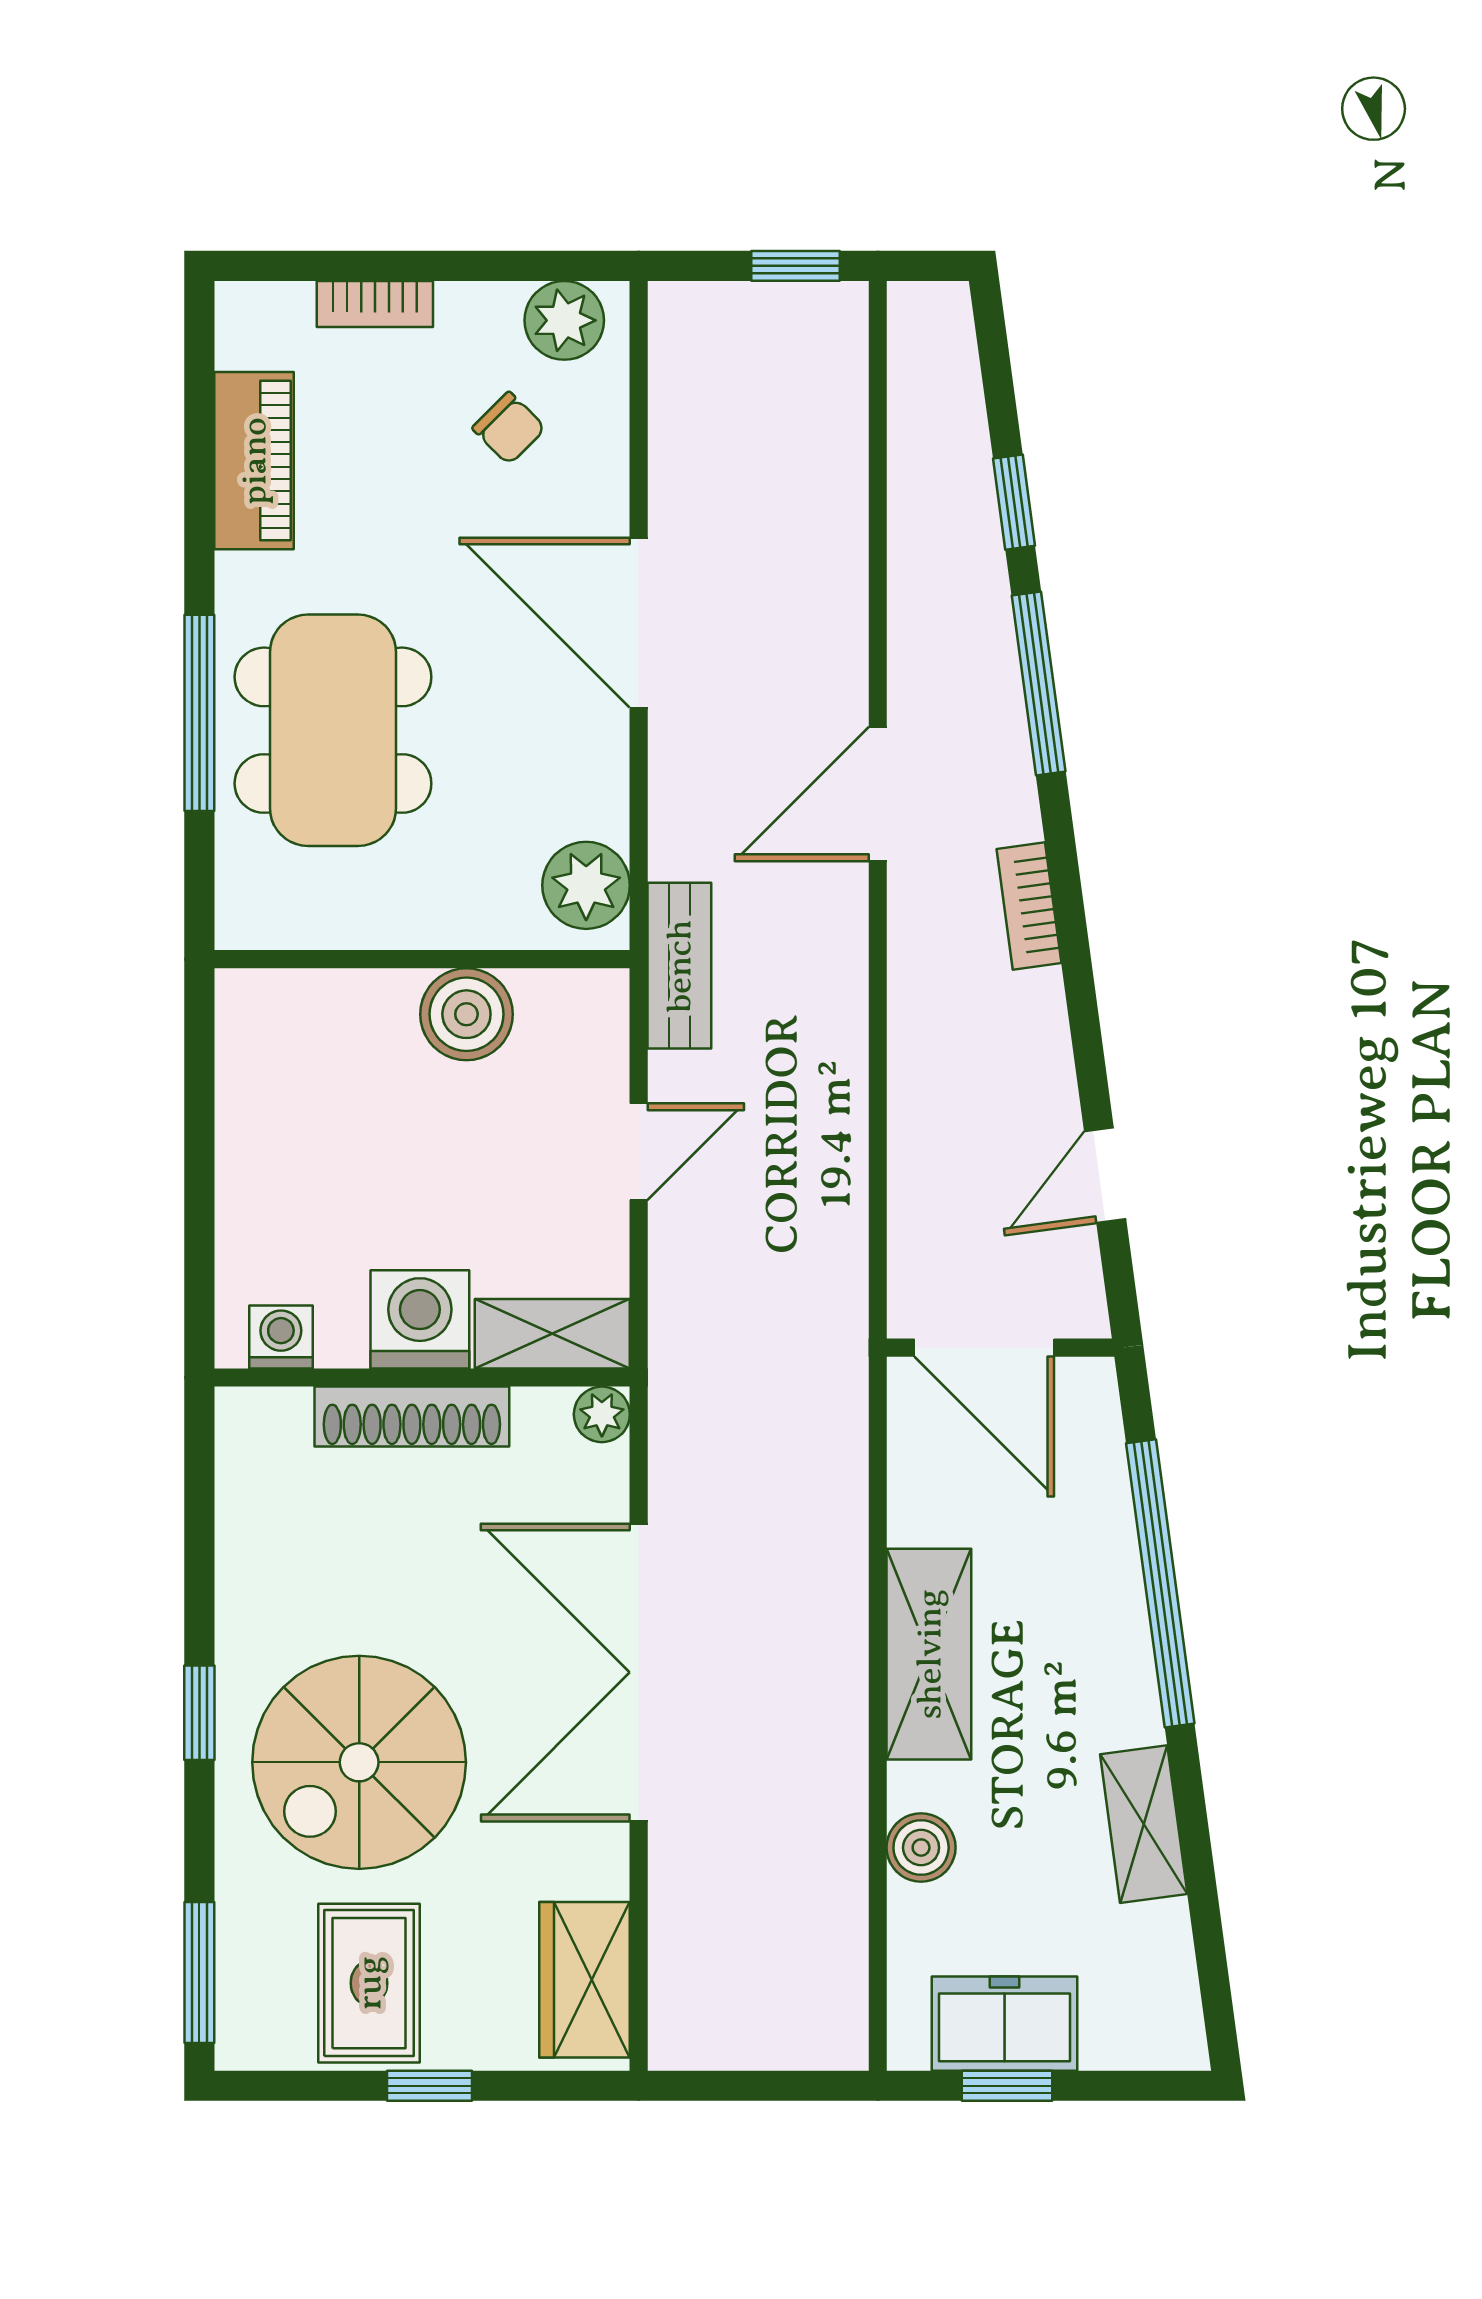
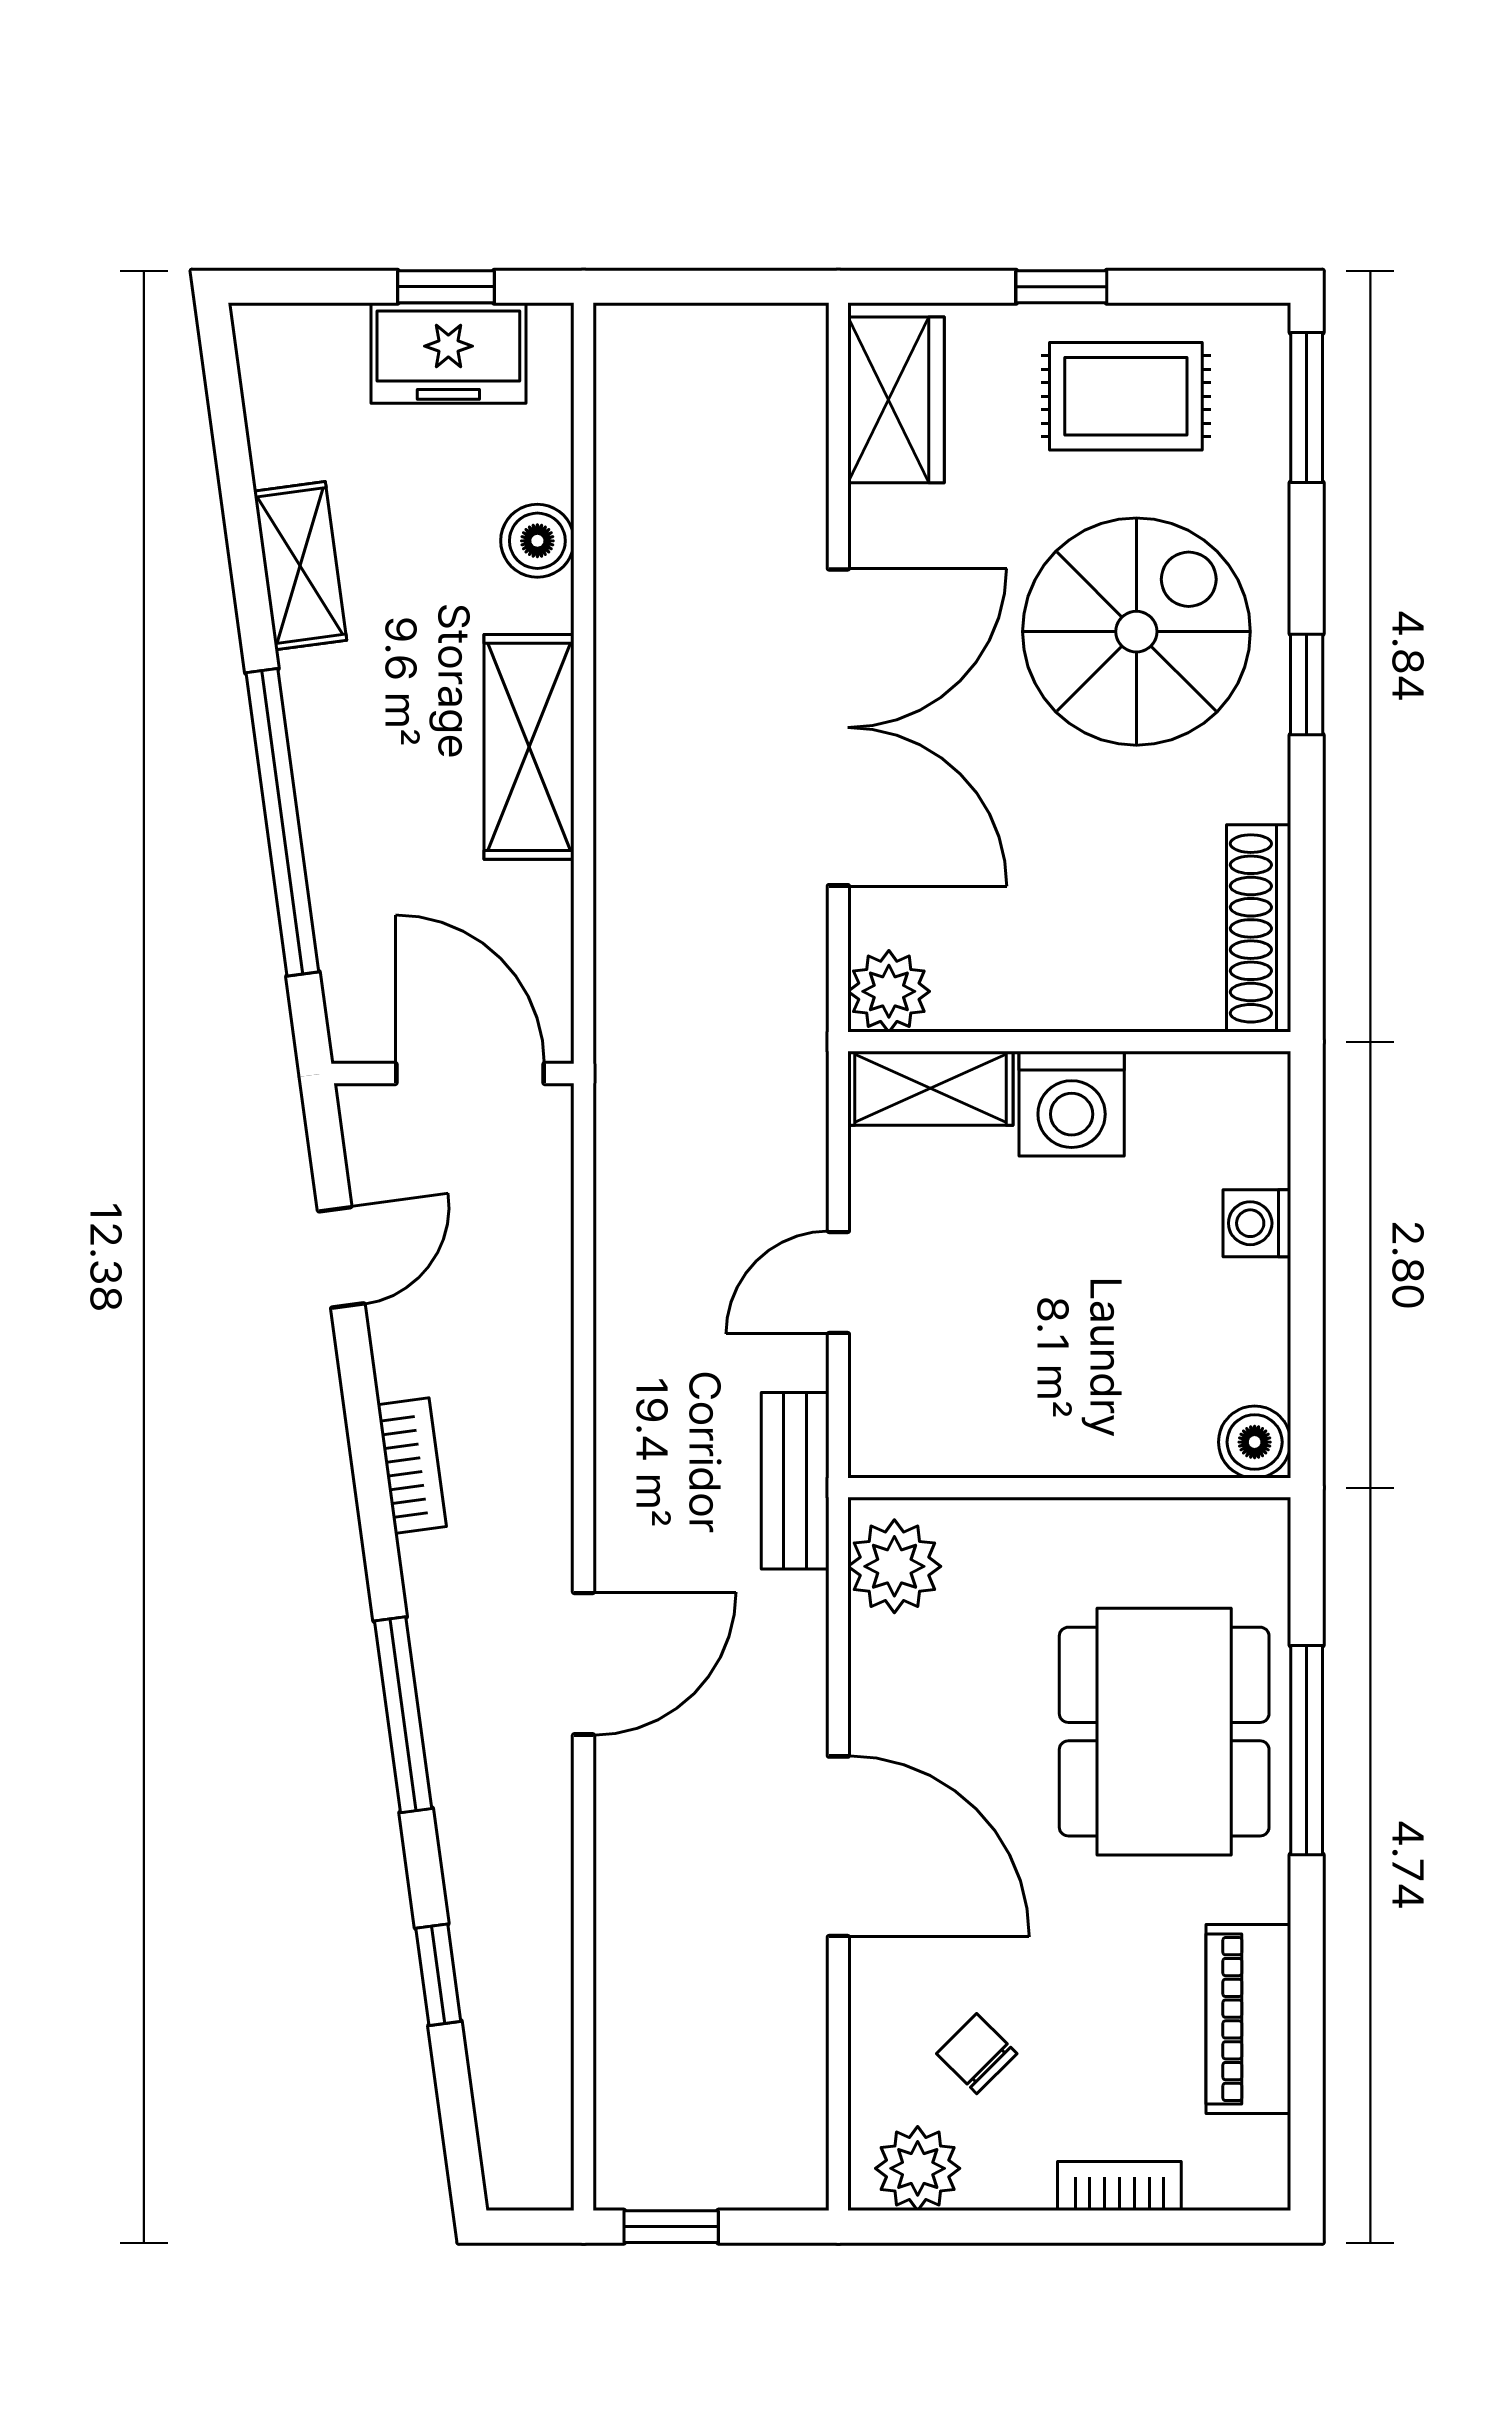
window: (1039, 683) -> (403, 1715), moved
bookcase: (1029, 906) -> (412, 1466), moved
boiler: (466, 1014) -> (1255, 1442), moved, width x0.73, depth x0.73
washing machine: (281, 1337) -> (1257, 1223), moved, turned 90
plant: (602, 1414) -> (889, 991), width x1.38, depth x1.38
shoe rack: (412, 1417) -> (1259, 928), moved, turned -90
rug: (369, 1983) -> (1126, 396), turned 90

